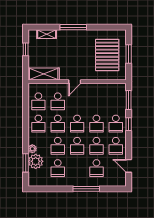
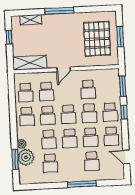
school desk: (96, 101) -> (88, 89), added

